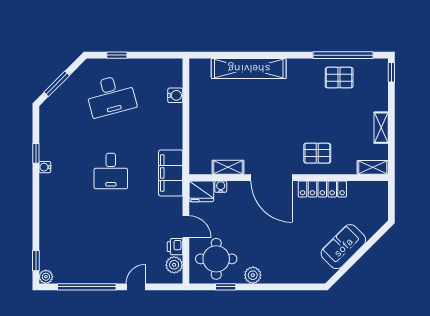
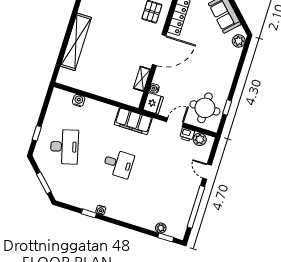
plant: (253, 275) -> (239, 41), moved
plant: (46, 277) -> (161, 228), moved

